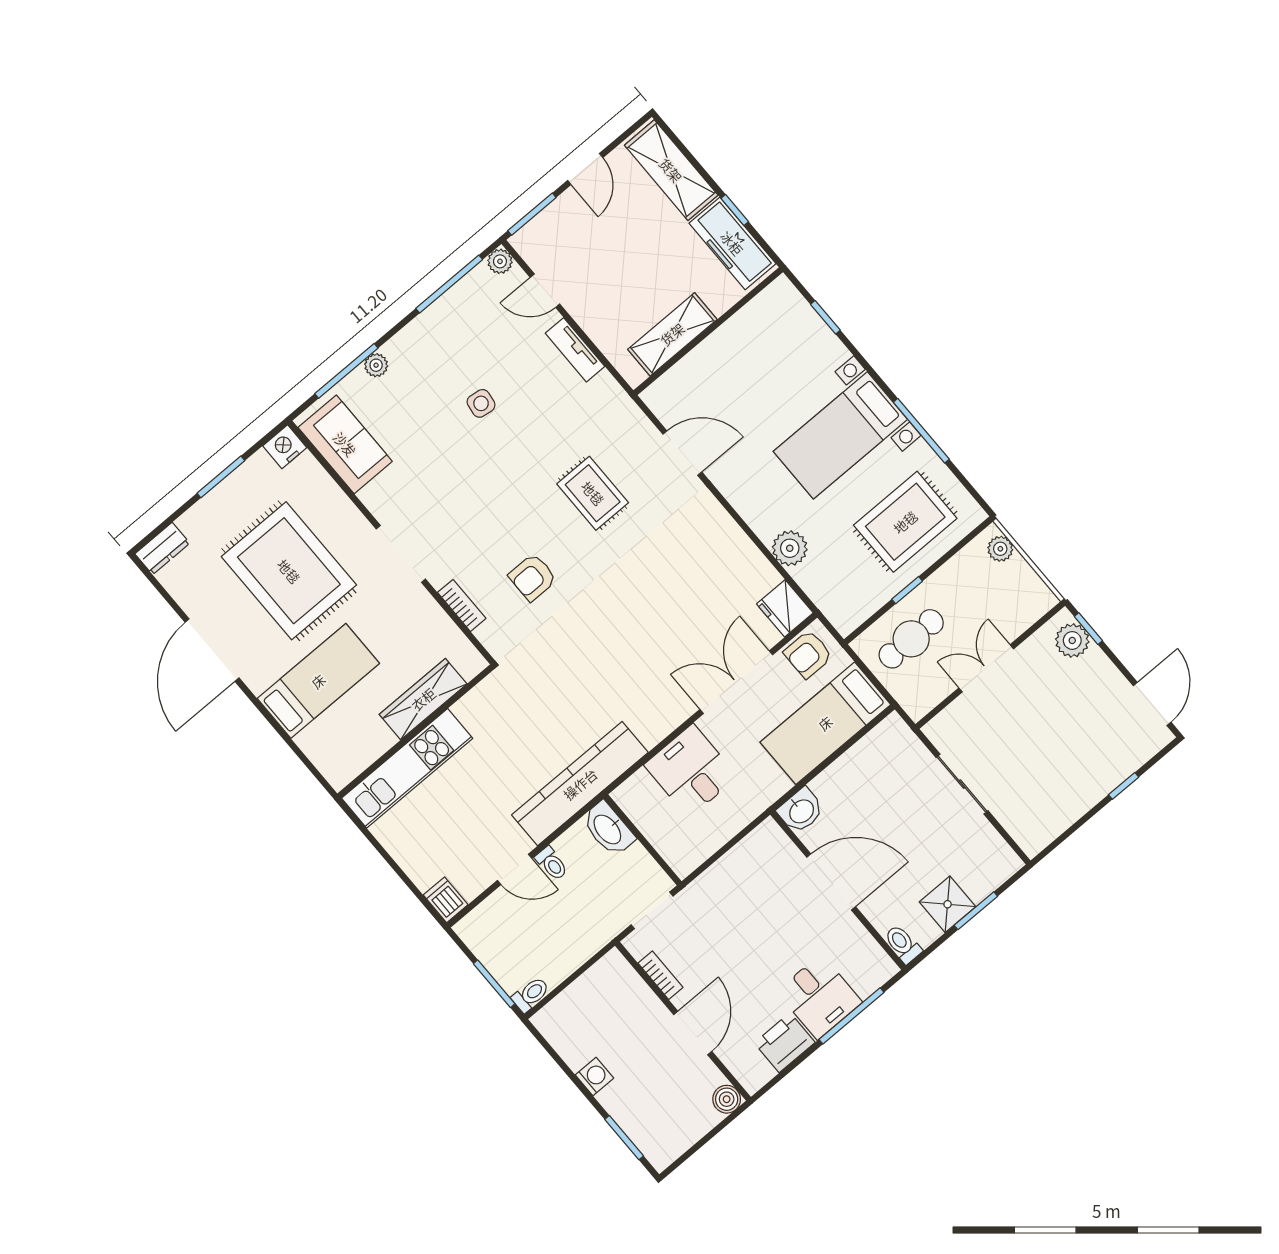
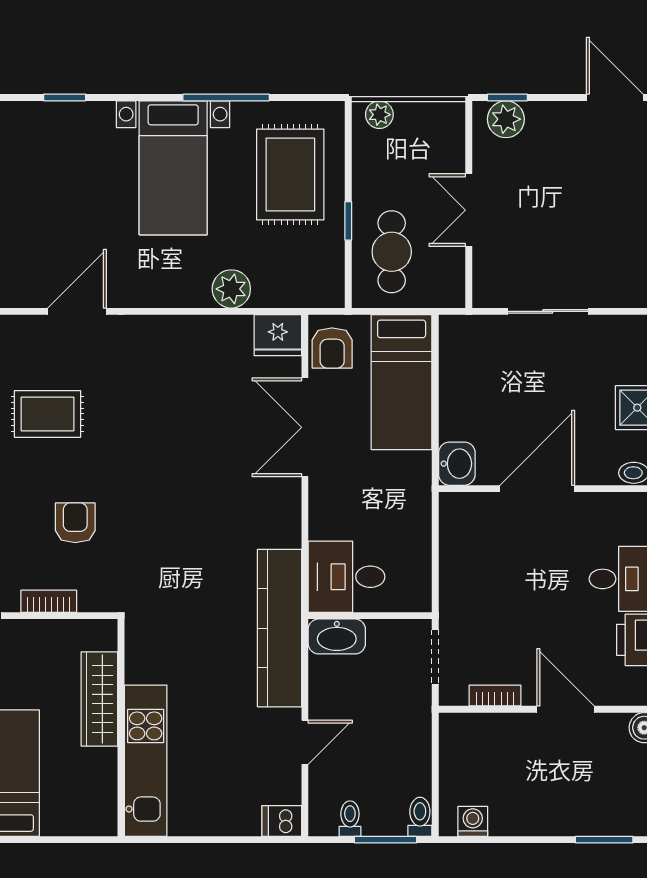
armchair: (533, 577) -> (75, 523), turned 180
desk: (691, 771) -> (347, 577), moved
toilet: (552, 863) -> (350, 819), moved, turned -90
washing machine: (594, 1076) -> (473, 821), moved

